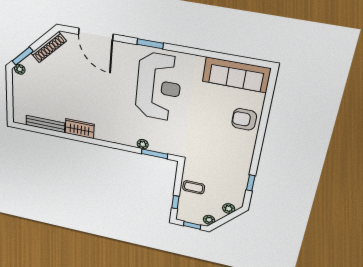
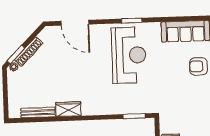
window: (150, 44) -> (132, 21), moved
shoe rack: (49, 47) -> (29, 52), moved
plant: (143, 144) -> (123, 110), removed

